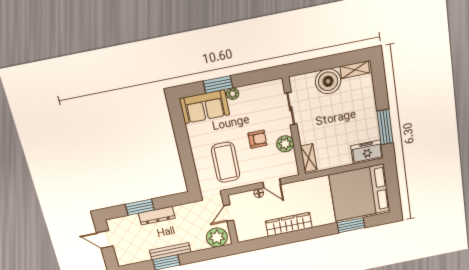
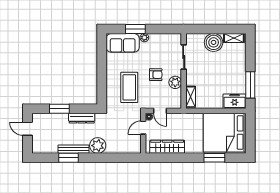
door: (229, 213) -> (143, 128), moved
dresser: (157, 216) -> (82, 118), moved
wall: (230, 220) -> (143, 133), moved
plant: (217, 237) -> (98, 146), moved

